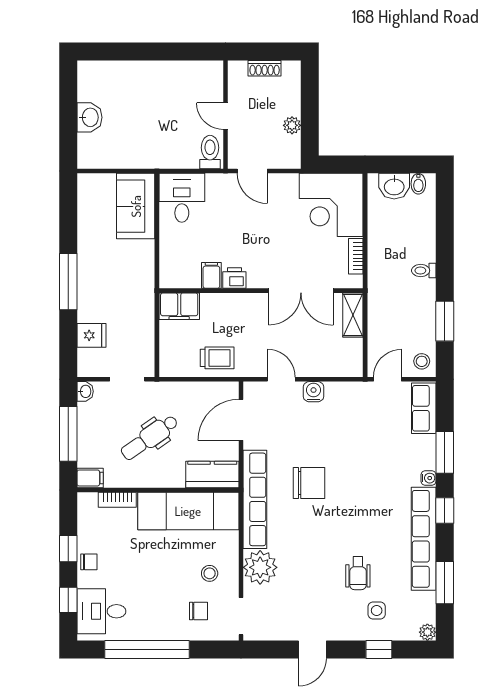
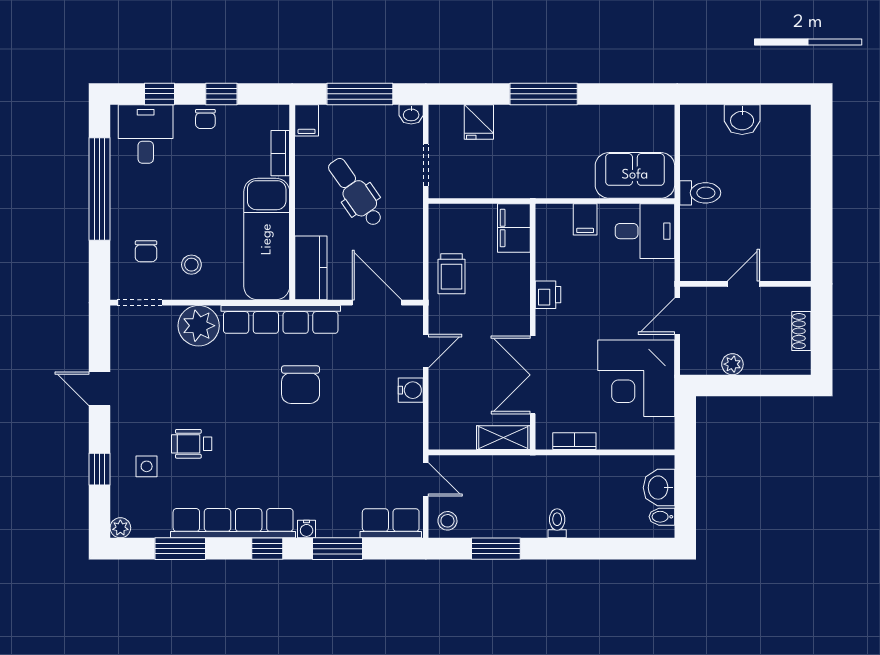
toilet: (210, 152) -> (700, 193), moved
corner desk: (331, 205) -> (636, 378), moved, turned -90
filing cabinet: (211, 275) -> (585, 219), moved, turned 90

